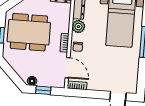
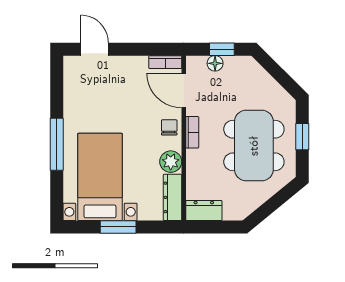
dining table: (29, 32) -> (254, 146), turned 90
floor lamp: (32, 81) -> (215, 63), moved

